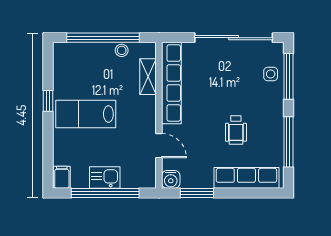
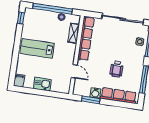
window: (48, 101) -> (21, 18), moved
water cooler: (171, 179) -> (95, 93), moved
window: (105, 193) -> (41, 92), removed

